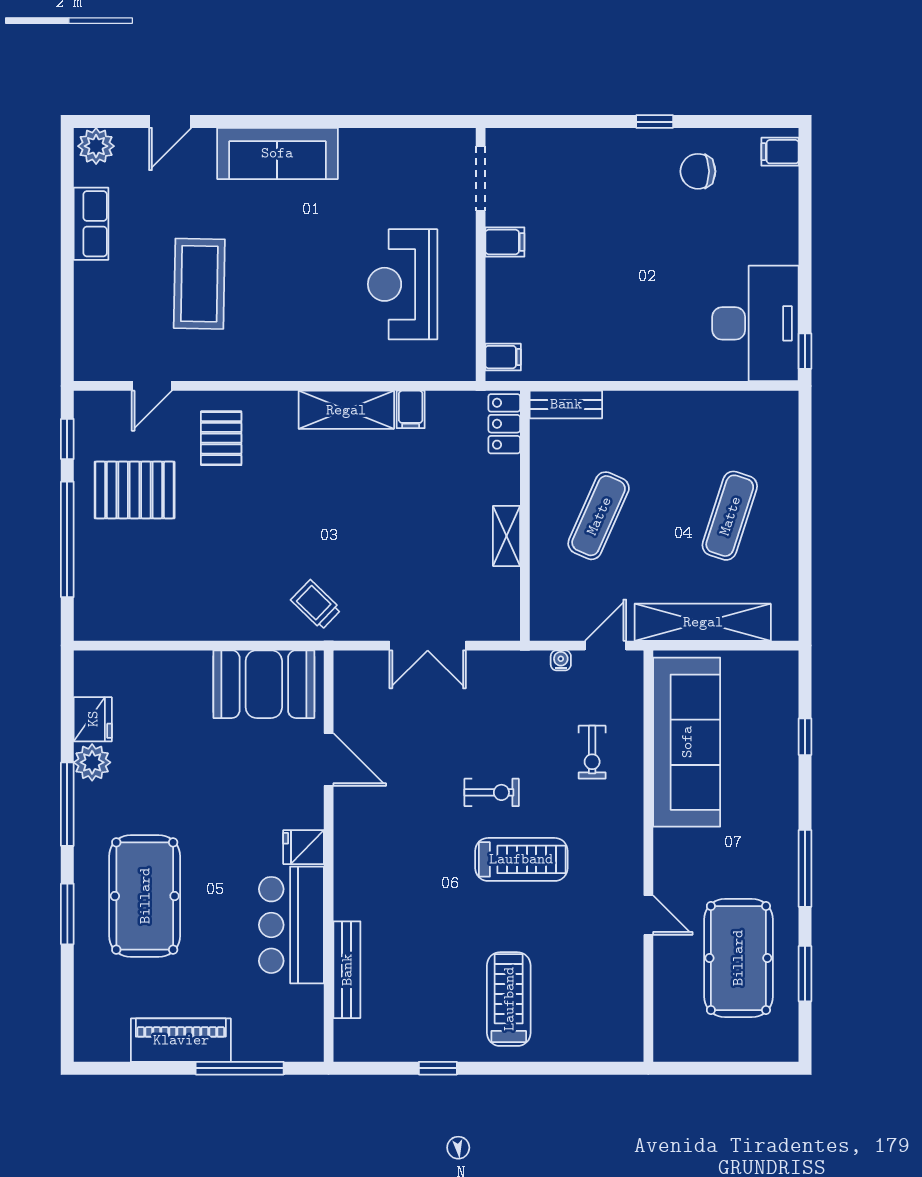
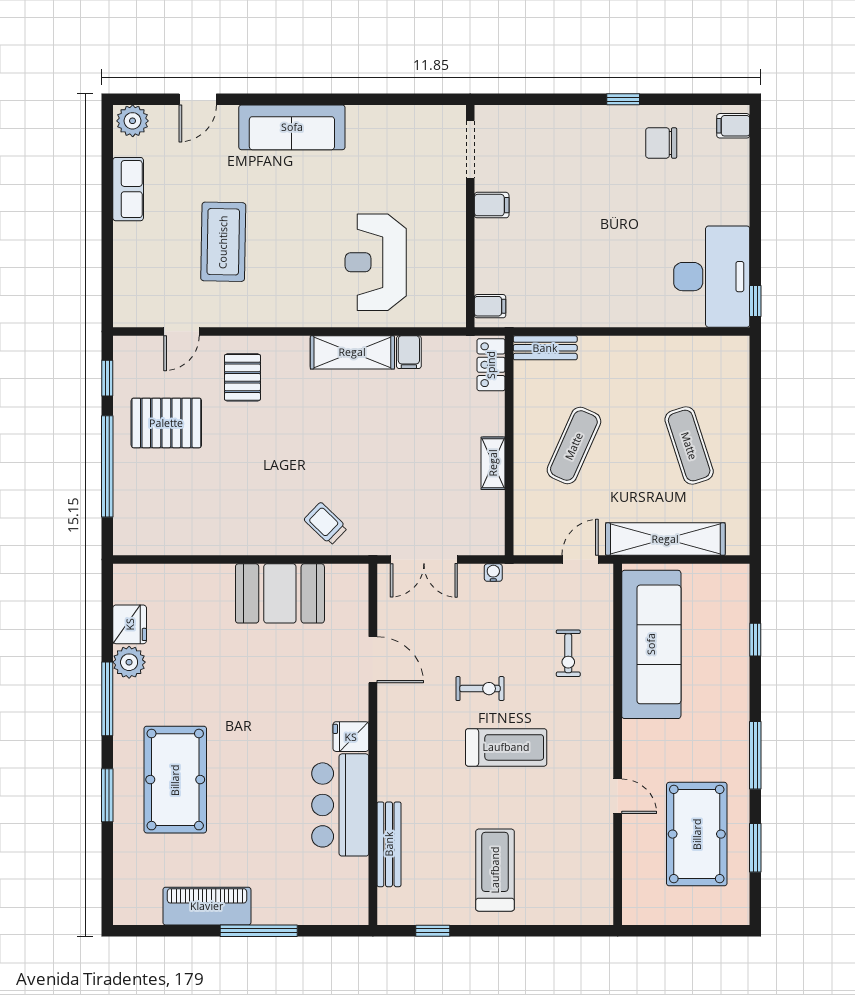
reception desk: (403, 284) -> (376, 262), moved
exercise mat: (730, 516) -> (689, 446), turned -36
water cooler: (561, 660) -> (493, 573), moved
door: (329, 760) -> (373, 660), moved
fridge: (304, 847) -> (351, 737), moved
wall: (329, 856) -> (373, 744), moved
bar counter: (291, 925) -> (340, 805), moved
bench: (347, 970) -> (389, 844), moved

